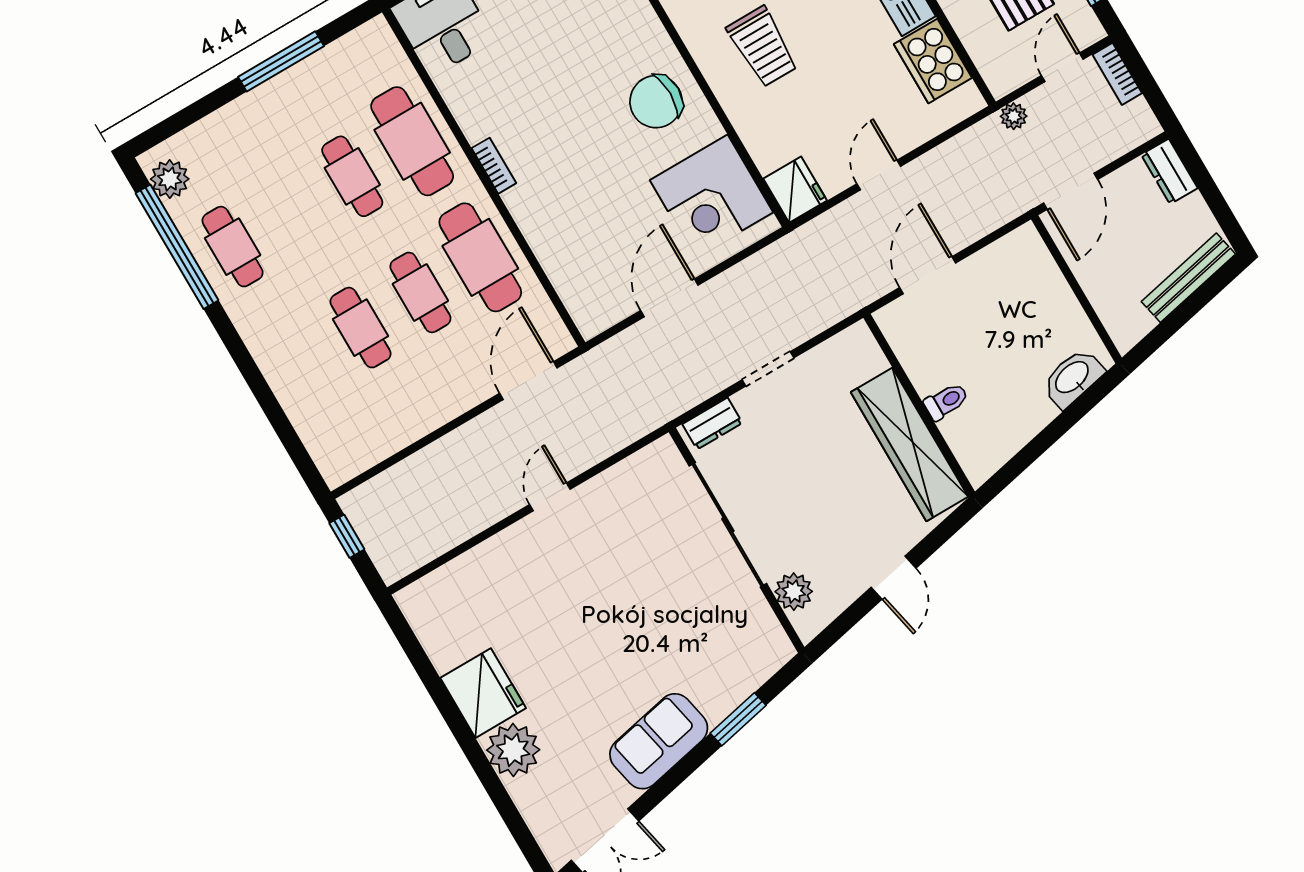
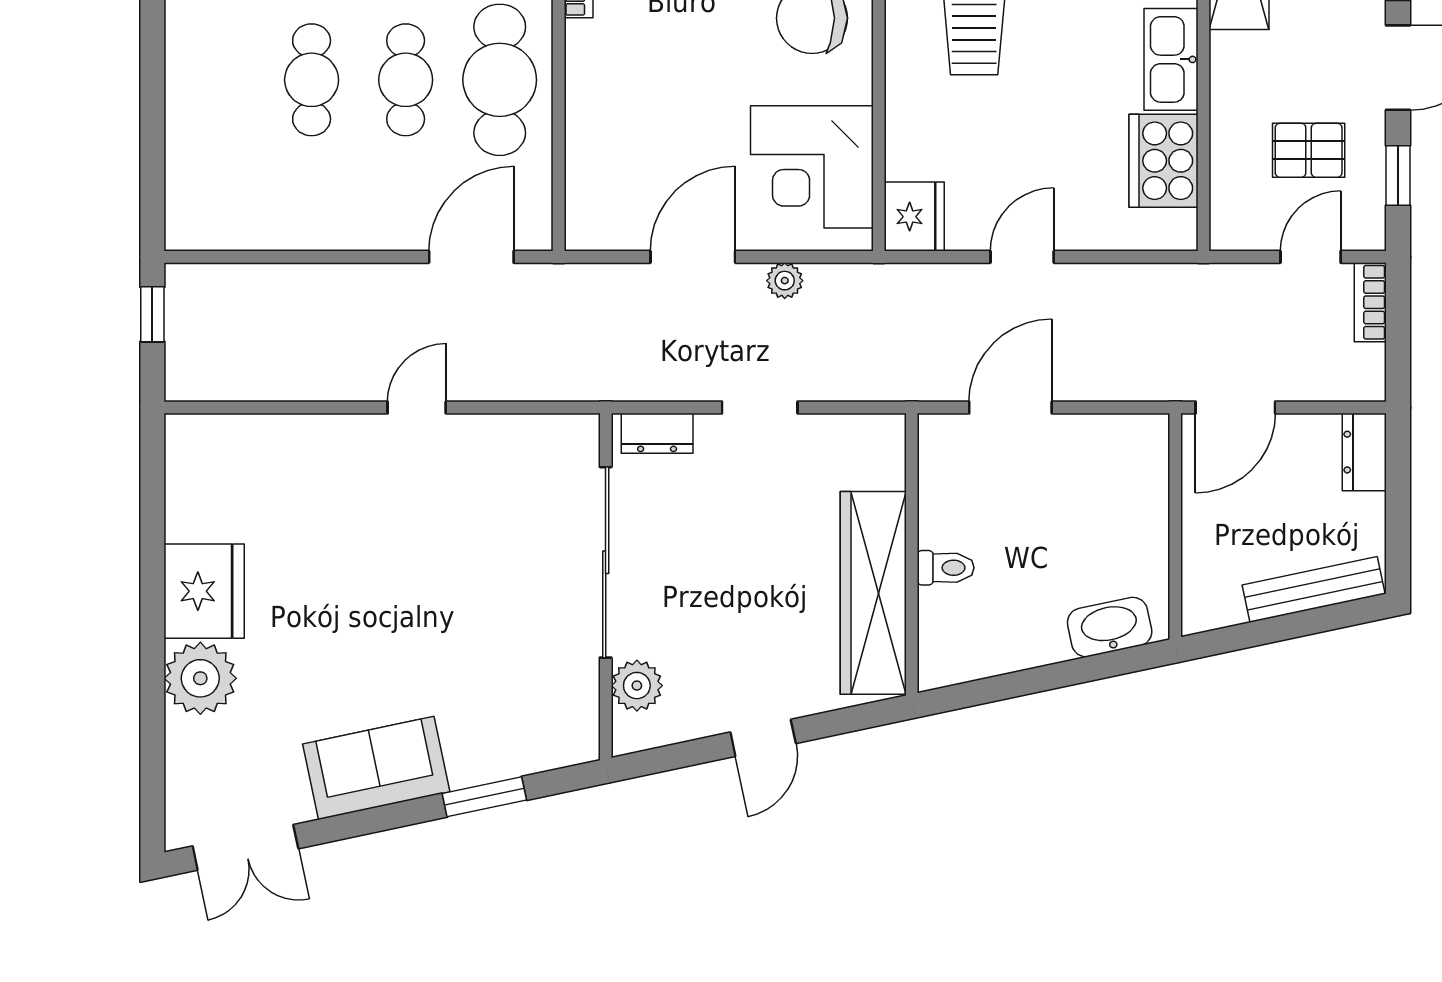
plant: (1014, 116) -> (785, 281), moved

